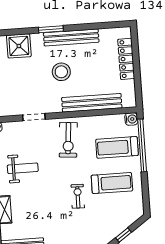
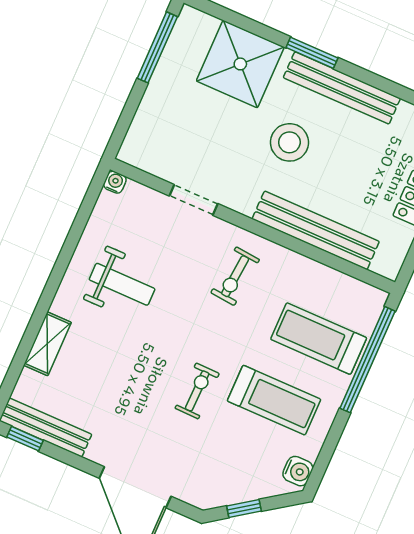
shower: (19, 46) -> (240, 64), width x1.37, depth x1.37
water cooler: (131, 119) -> (298, 471), moved
exercise bike: (68, 140) -> (235, 276), width x0.73, depth x0.72

